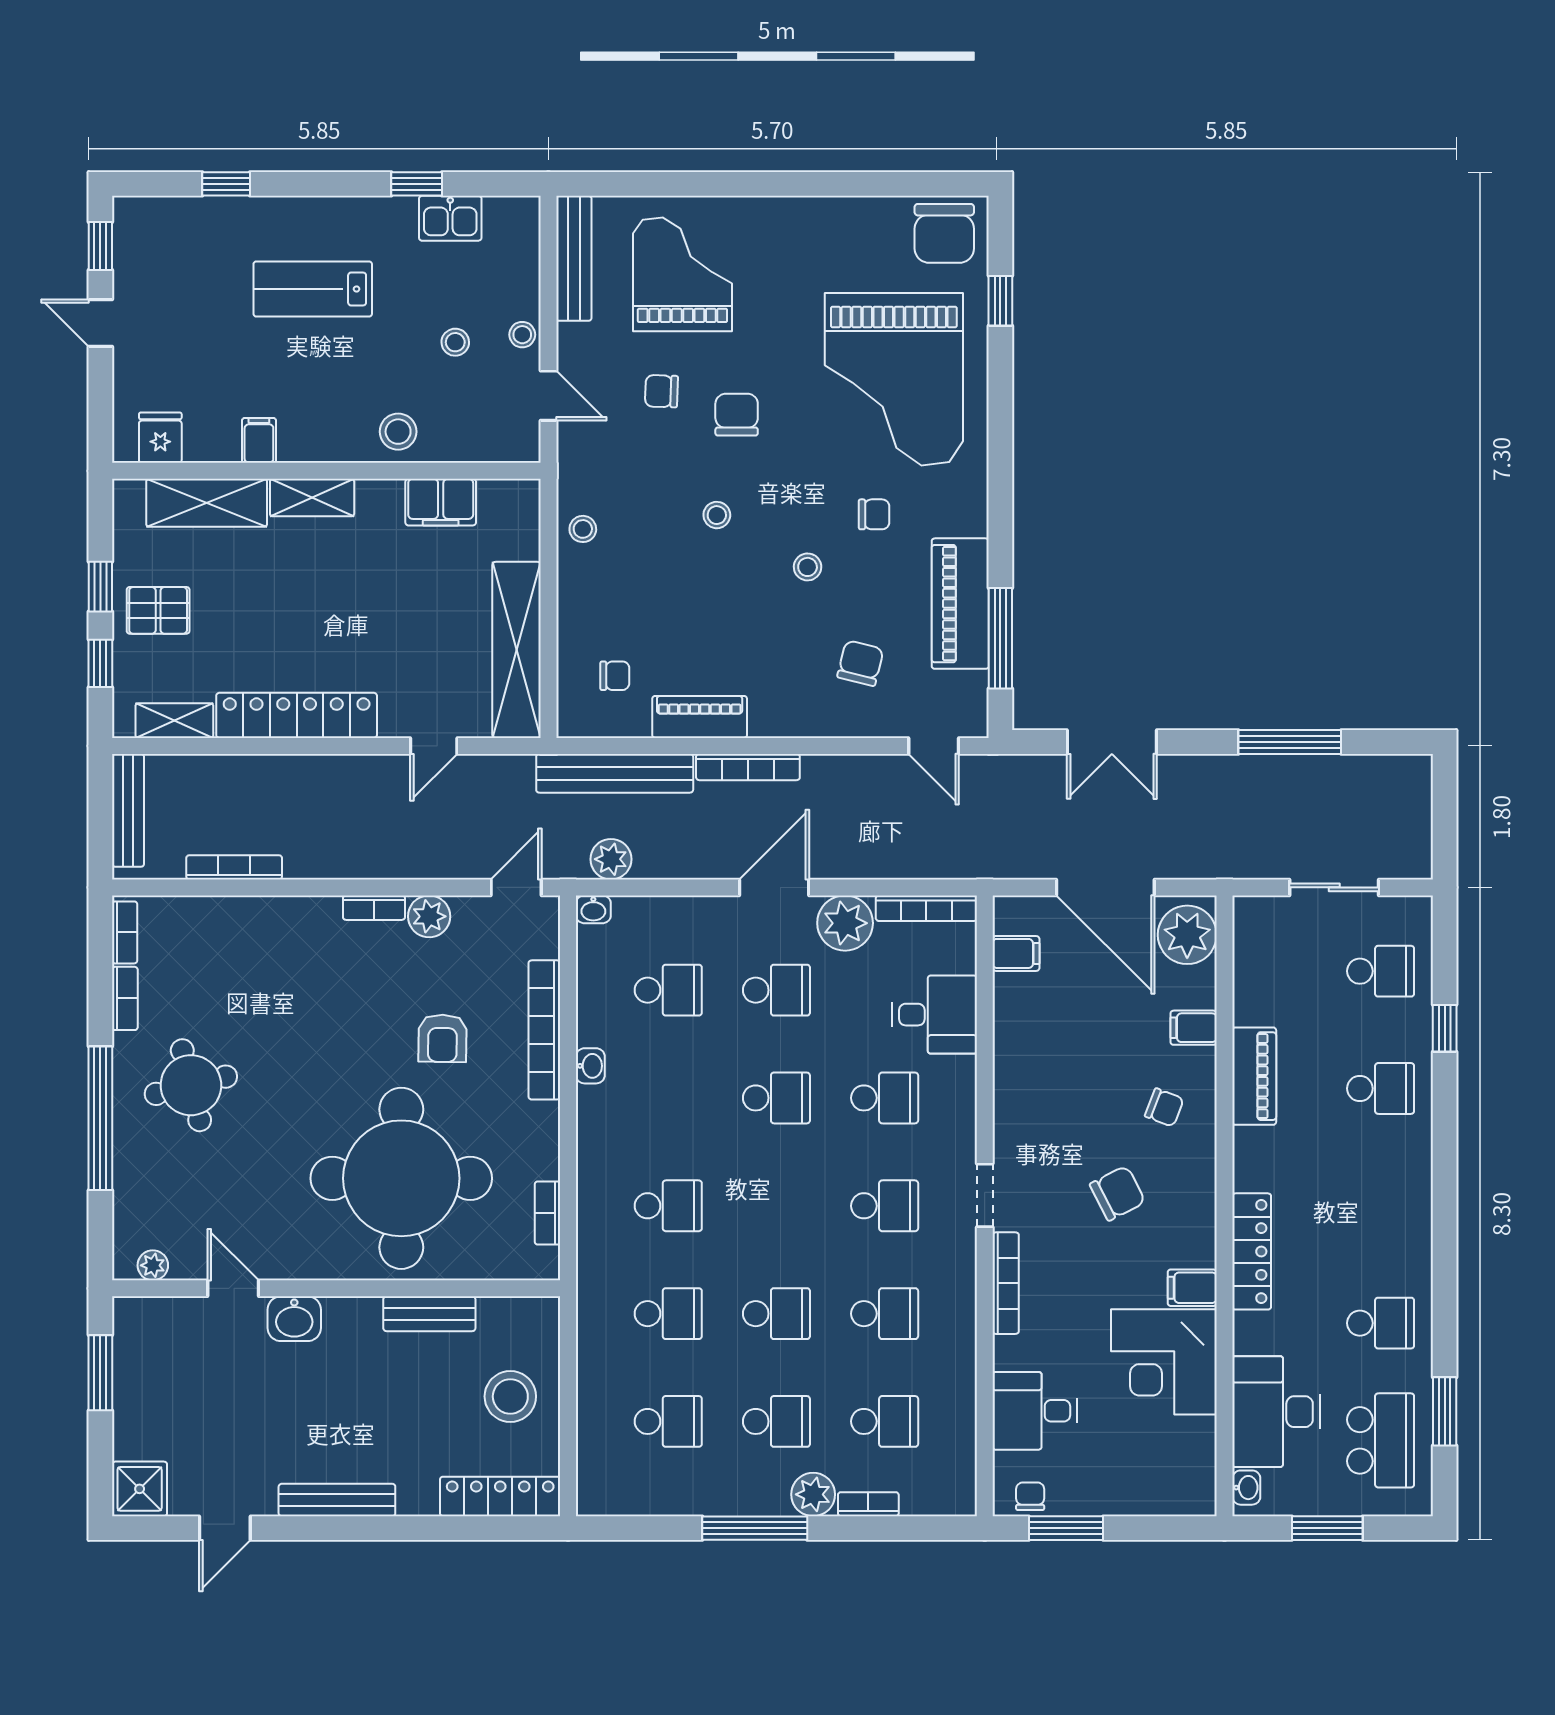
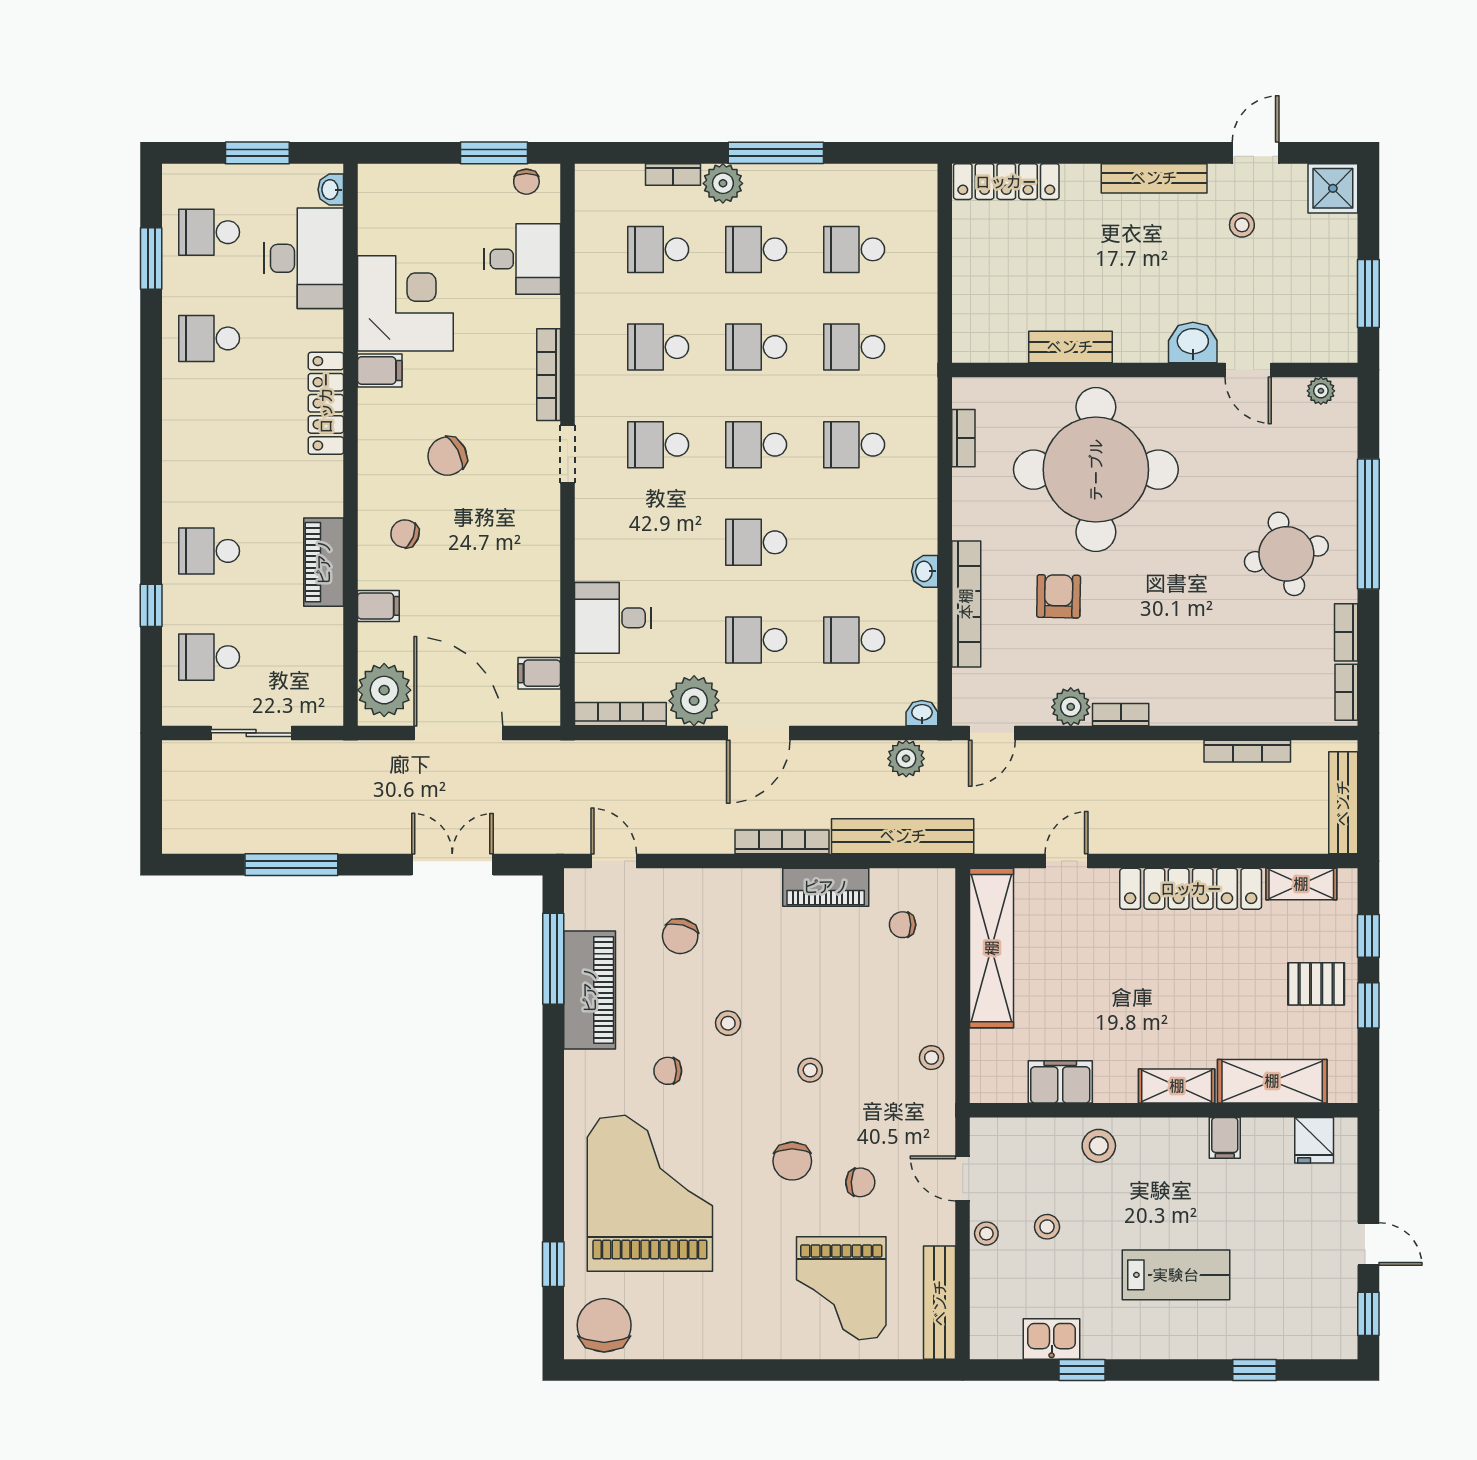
school desk: (885, 1098) -> (756, 445), moved
stool: (510, 1396) -> (1242, 225), moved, width x0.53, depth x0.53
school desk: (1381, 1440) -> (209, 232), width x0.54

